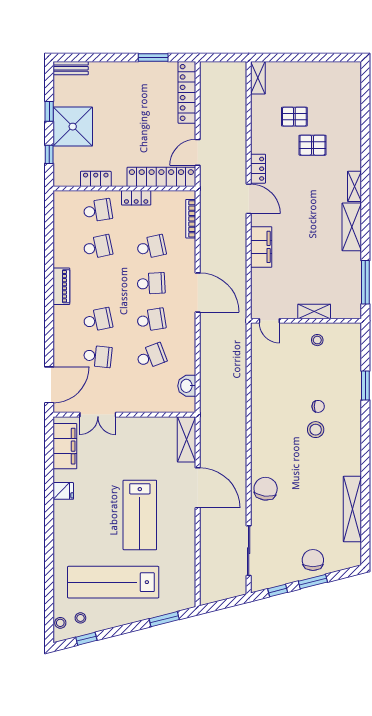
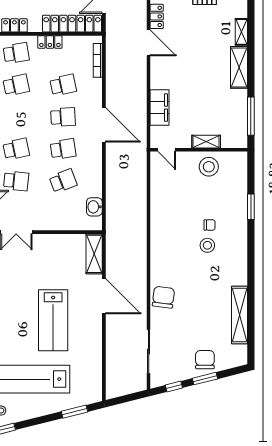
filing cabinet: (261, 247) -> (160, 108), moved
stool: (317, 340) -> (209, 167), width x1.89, depth x1.89

